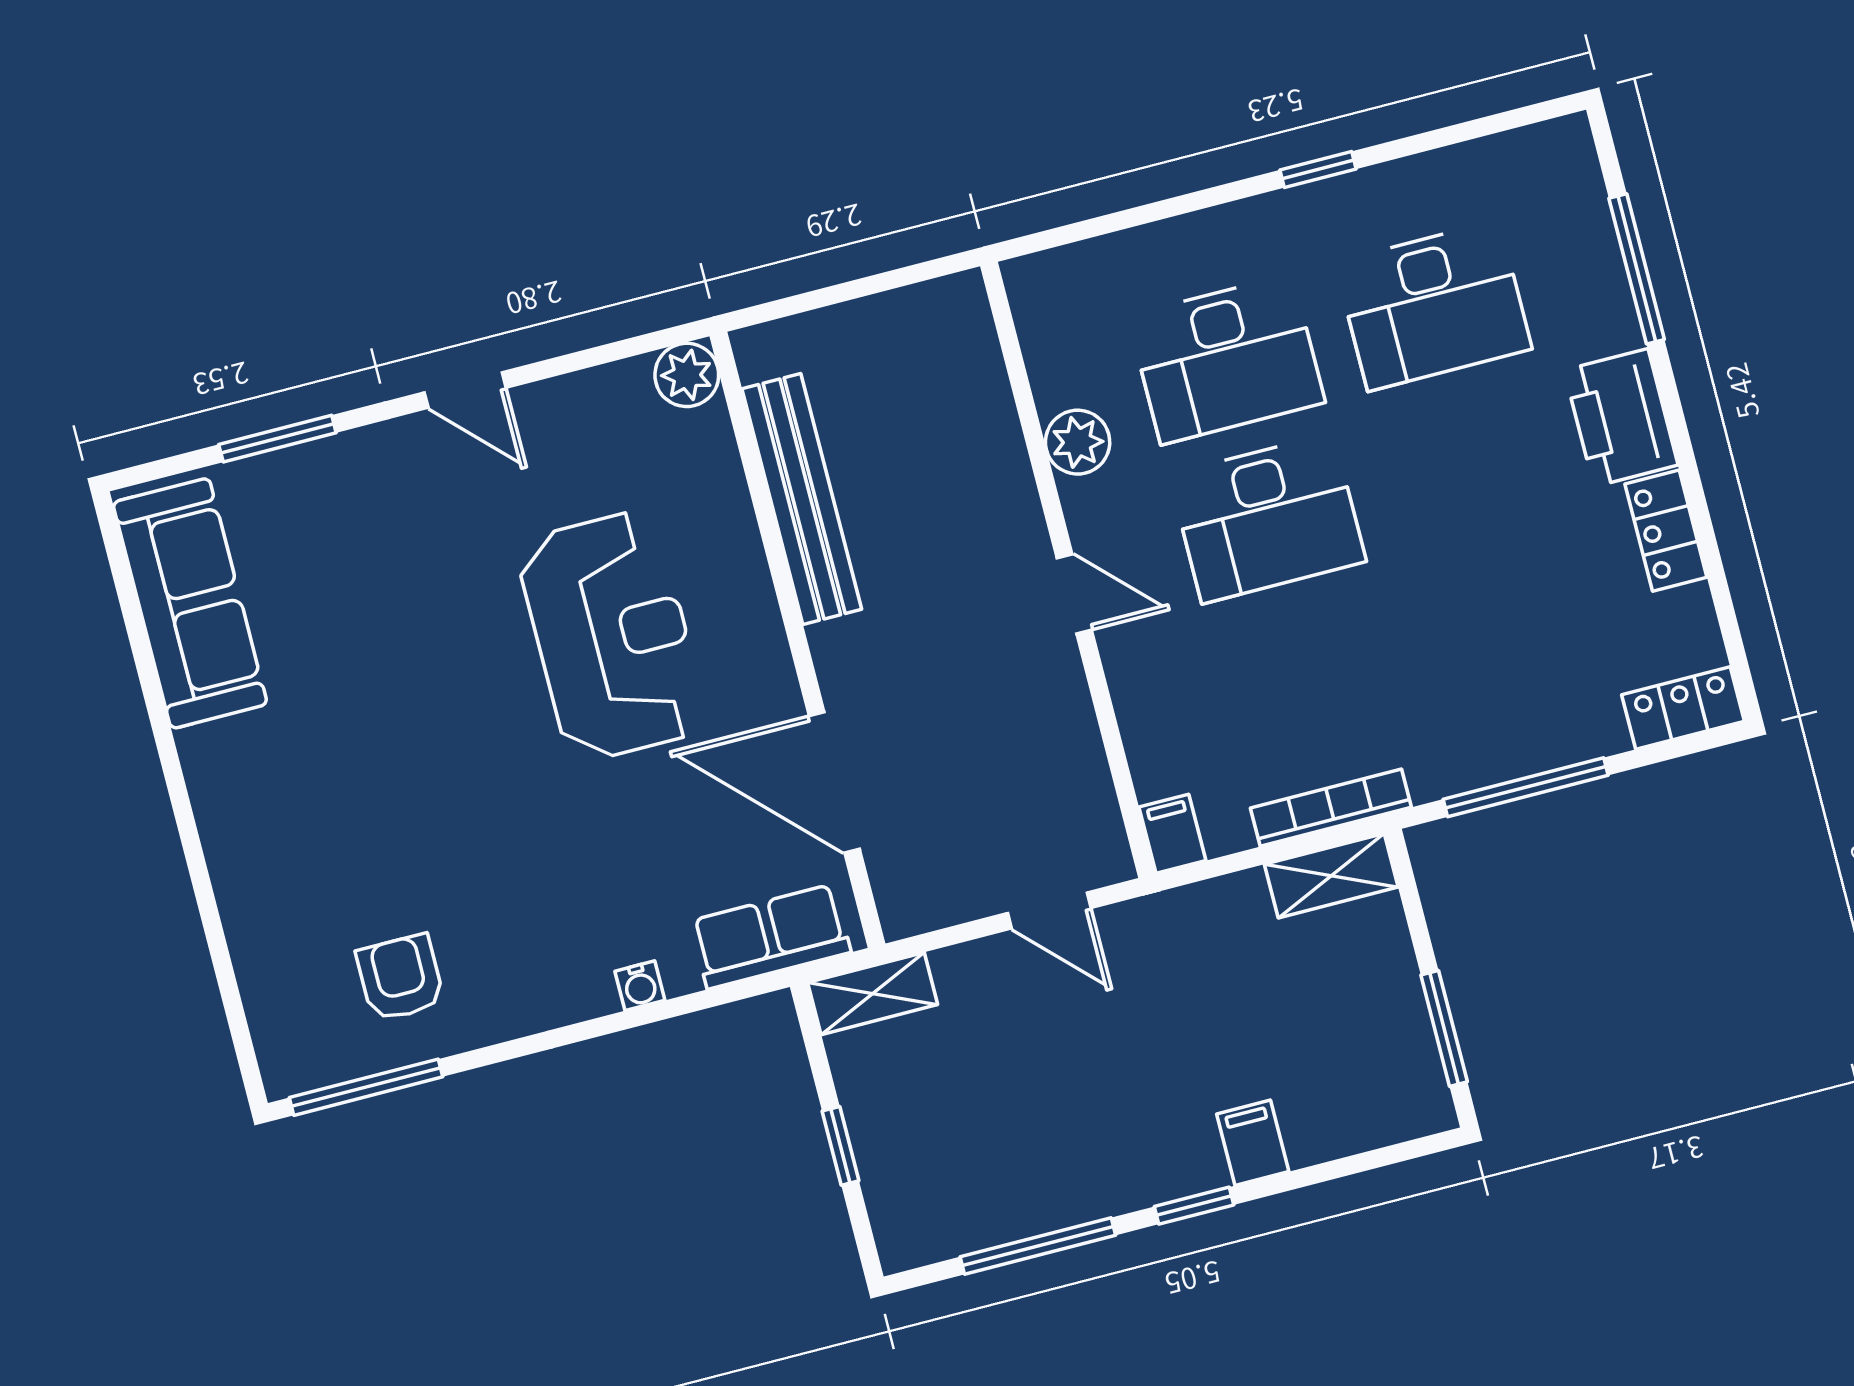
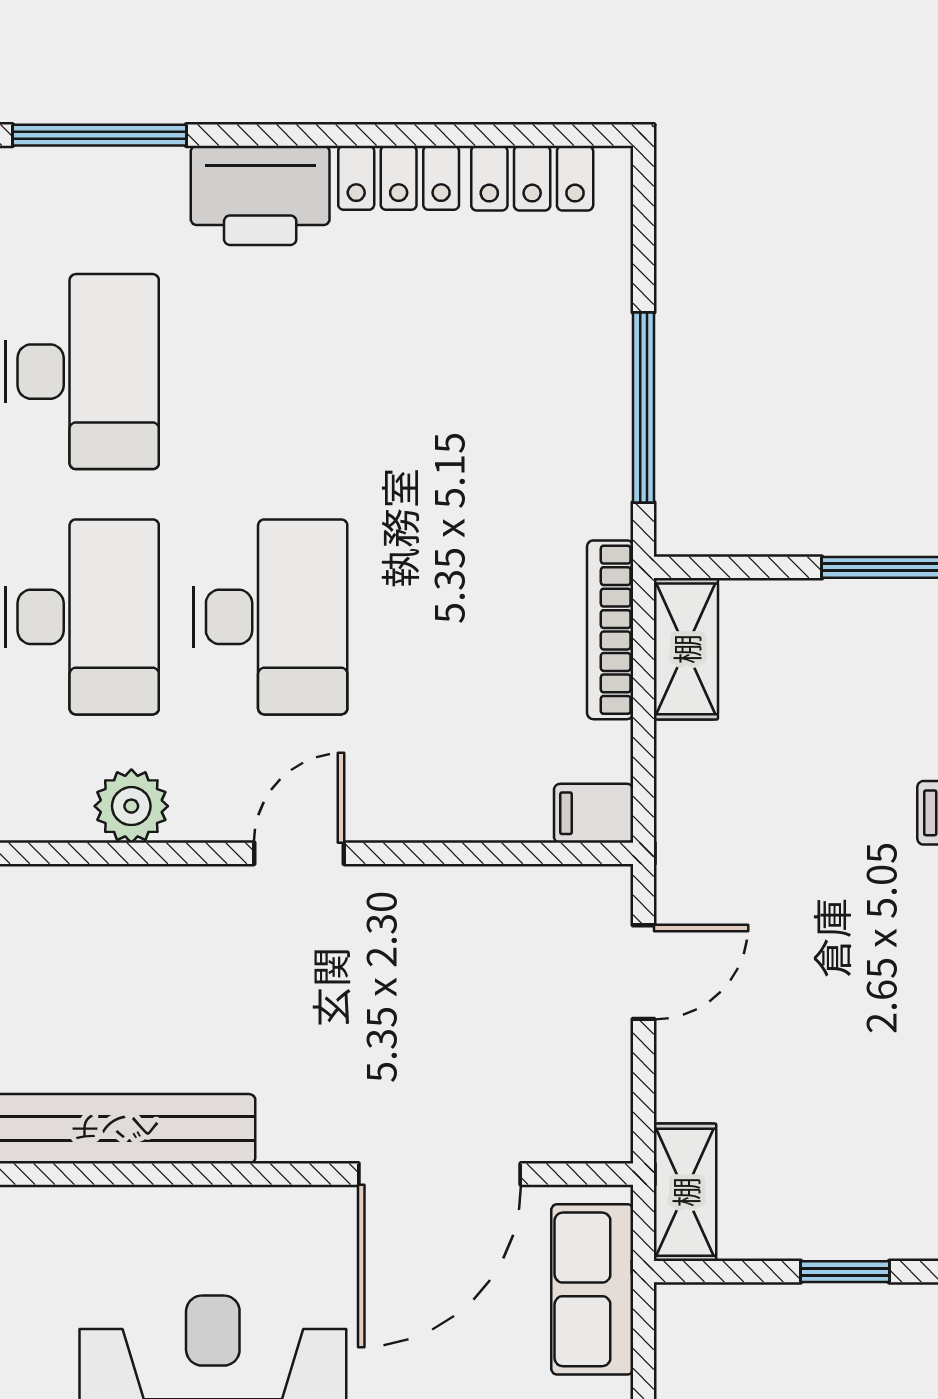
locker: (1683, 708) -> (532, 178), moved, turned -90

